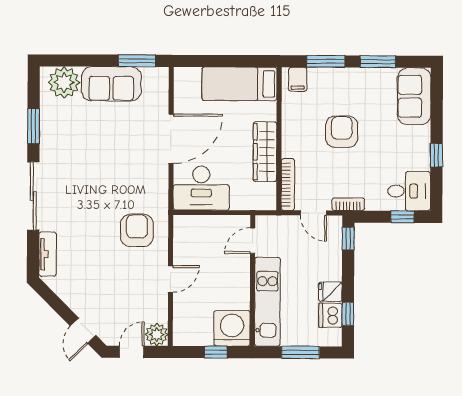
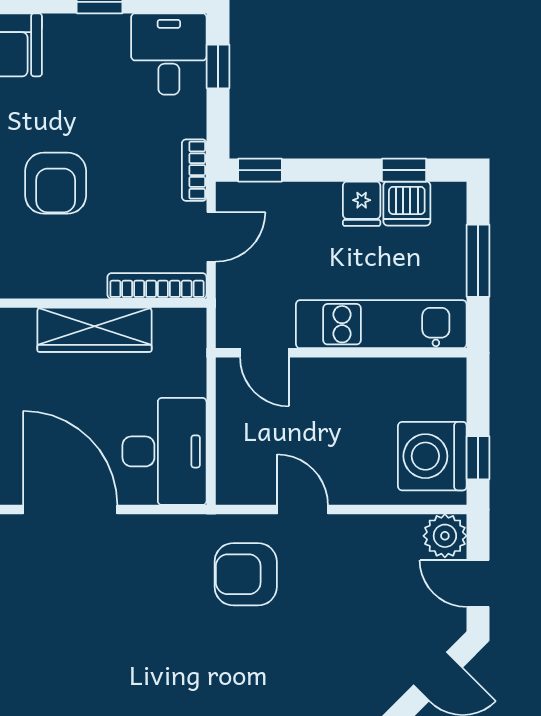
armchair: (342, 132) -> (56, 183), turned -90
door: (171, 279) -> (303, 510), moved
washing machine: (232, 328) -> (432, 456), moved
window: (216, 352) -> (478, 458), moved

